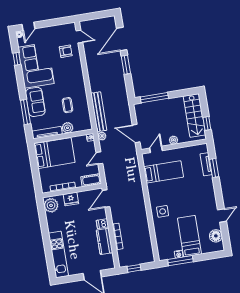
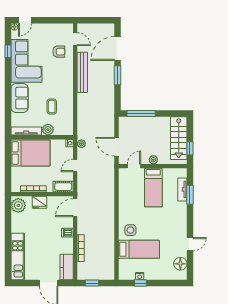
window: (25, 112) -> (8, 106), removed
bench: (99, 112) -> (82, 72), moved
bed: (164, 172) -> (153, 188), moved, turned 90
bed: (189, 236) -> (139, 249), moved, turned 90
kitchen counter: (105, 241) -> (67, 267), moved
window: (180, 261) -> (140, 283), width x0.46

